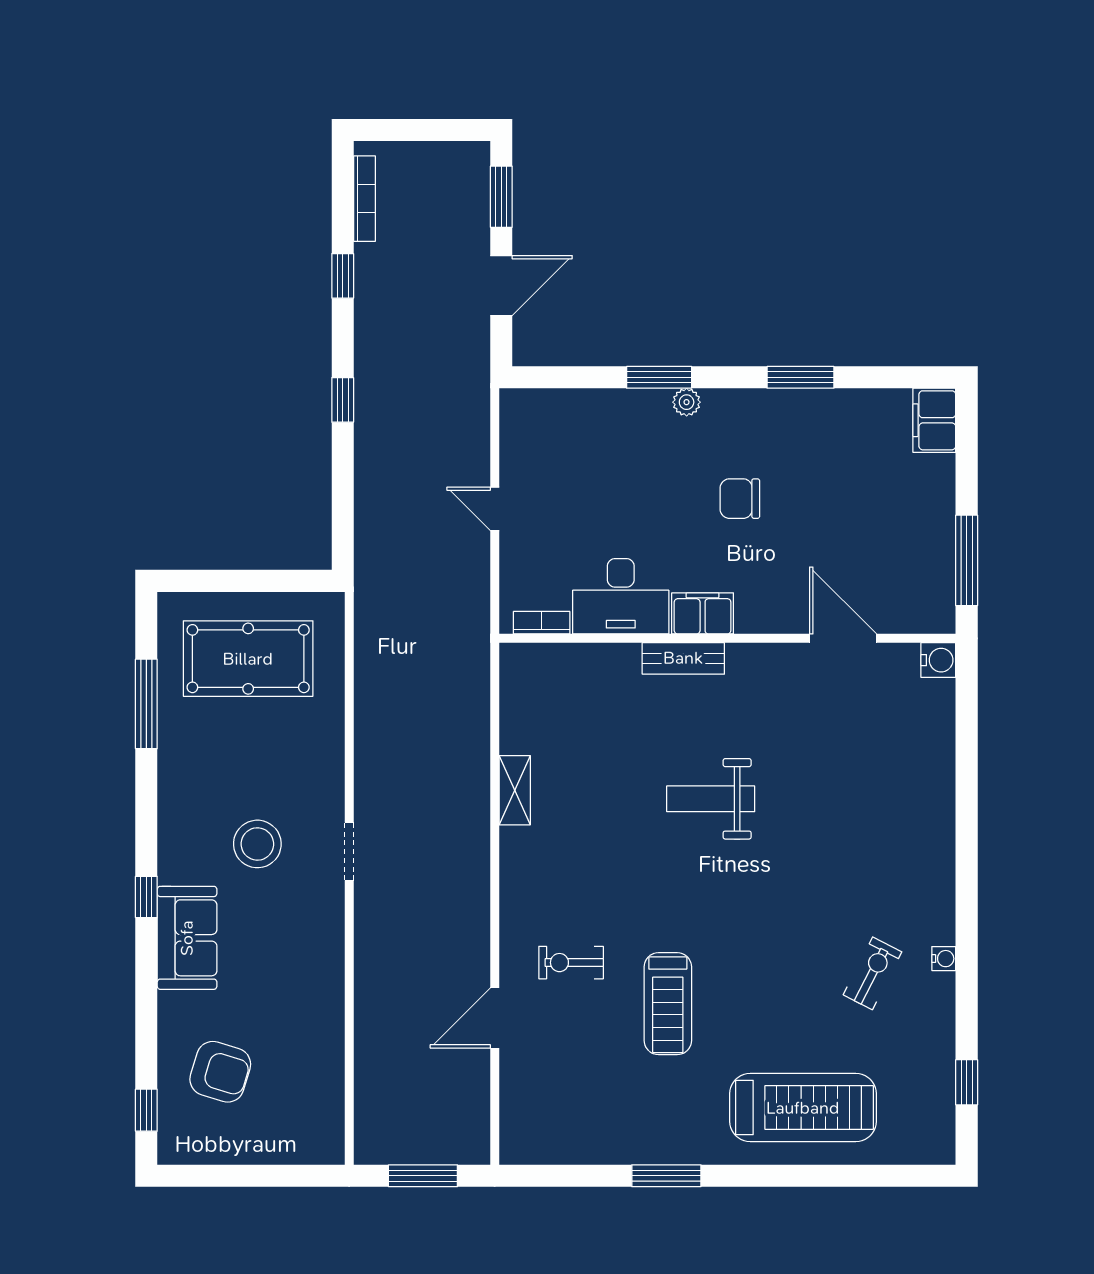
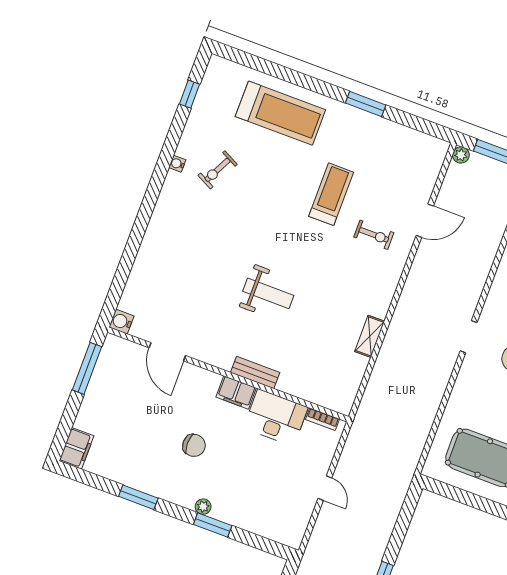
treadmill: (803, 1108) -> (280, 113), turned 180
plant: (476, 1150) -> (461, 155), added

